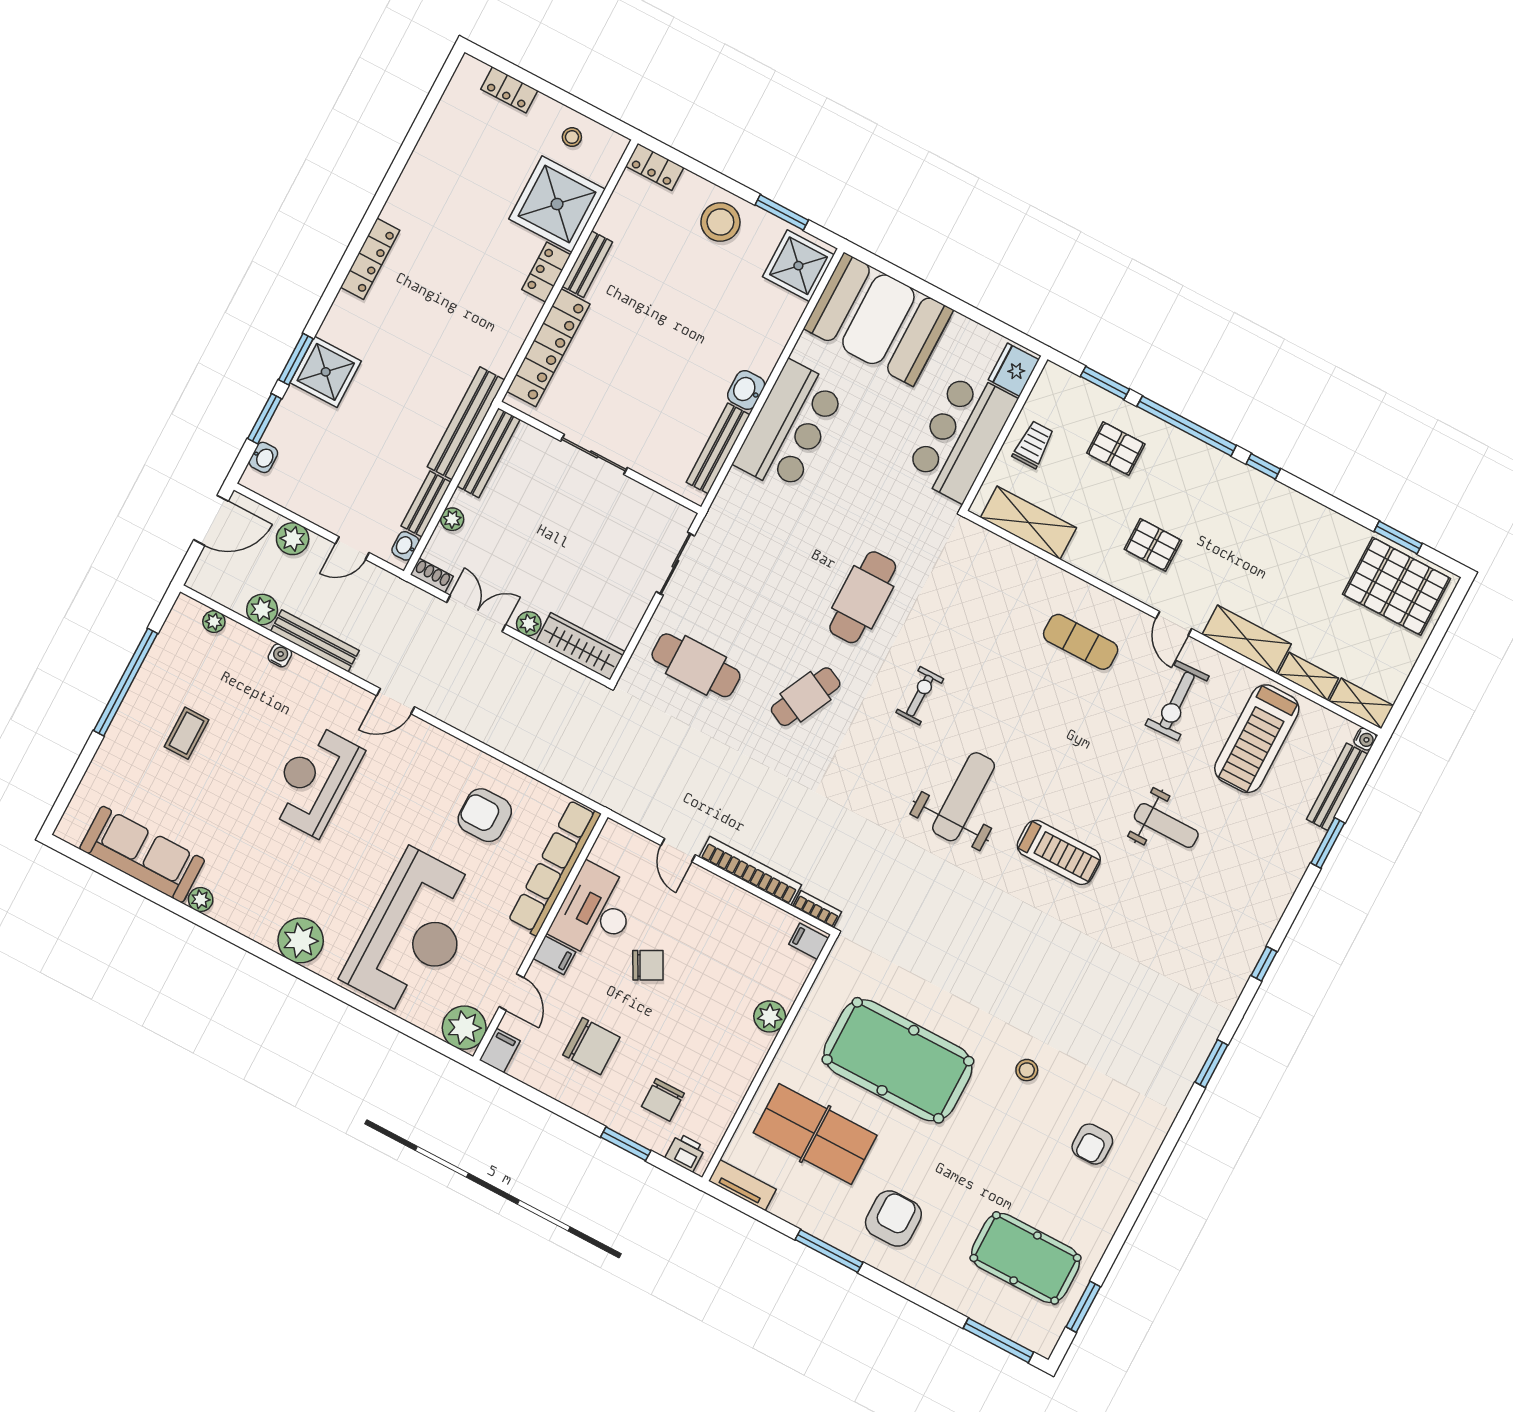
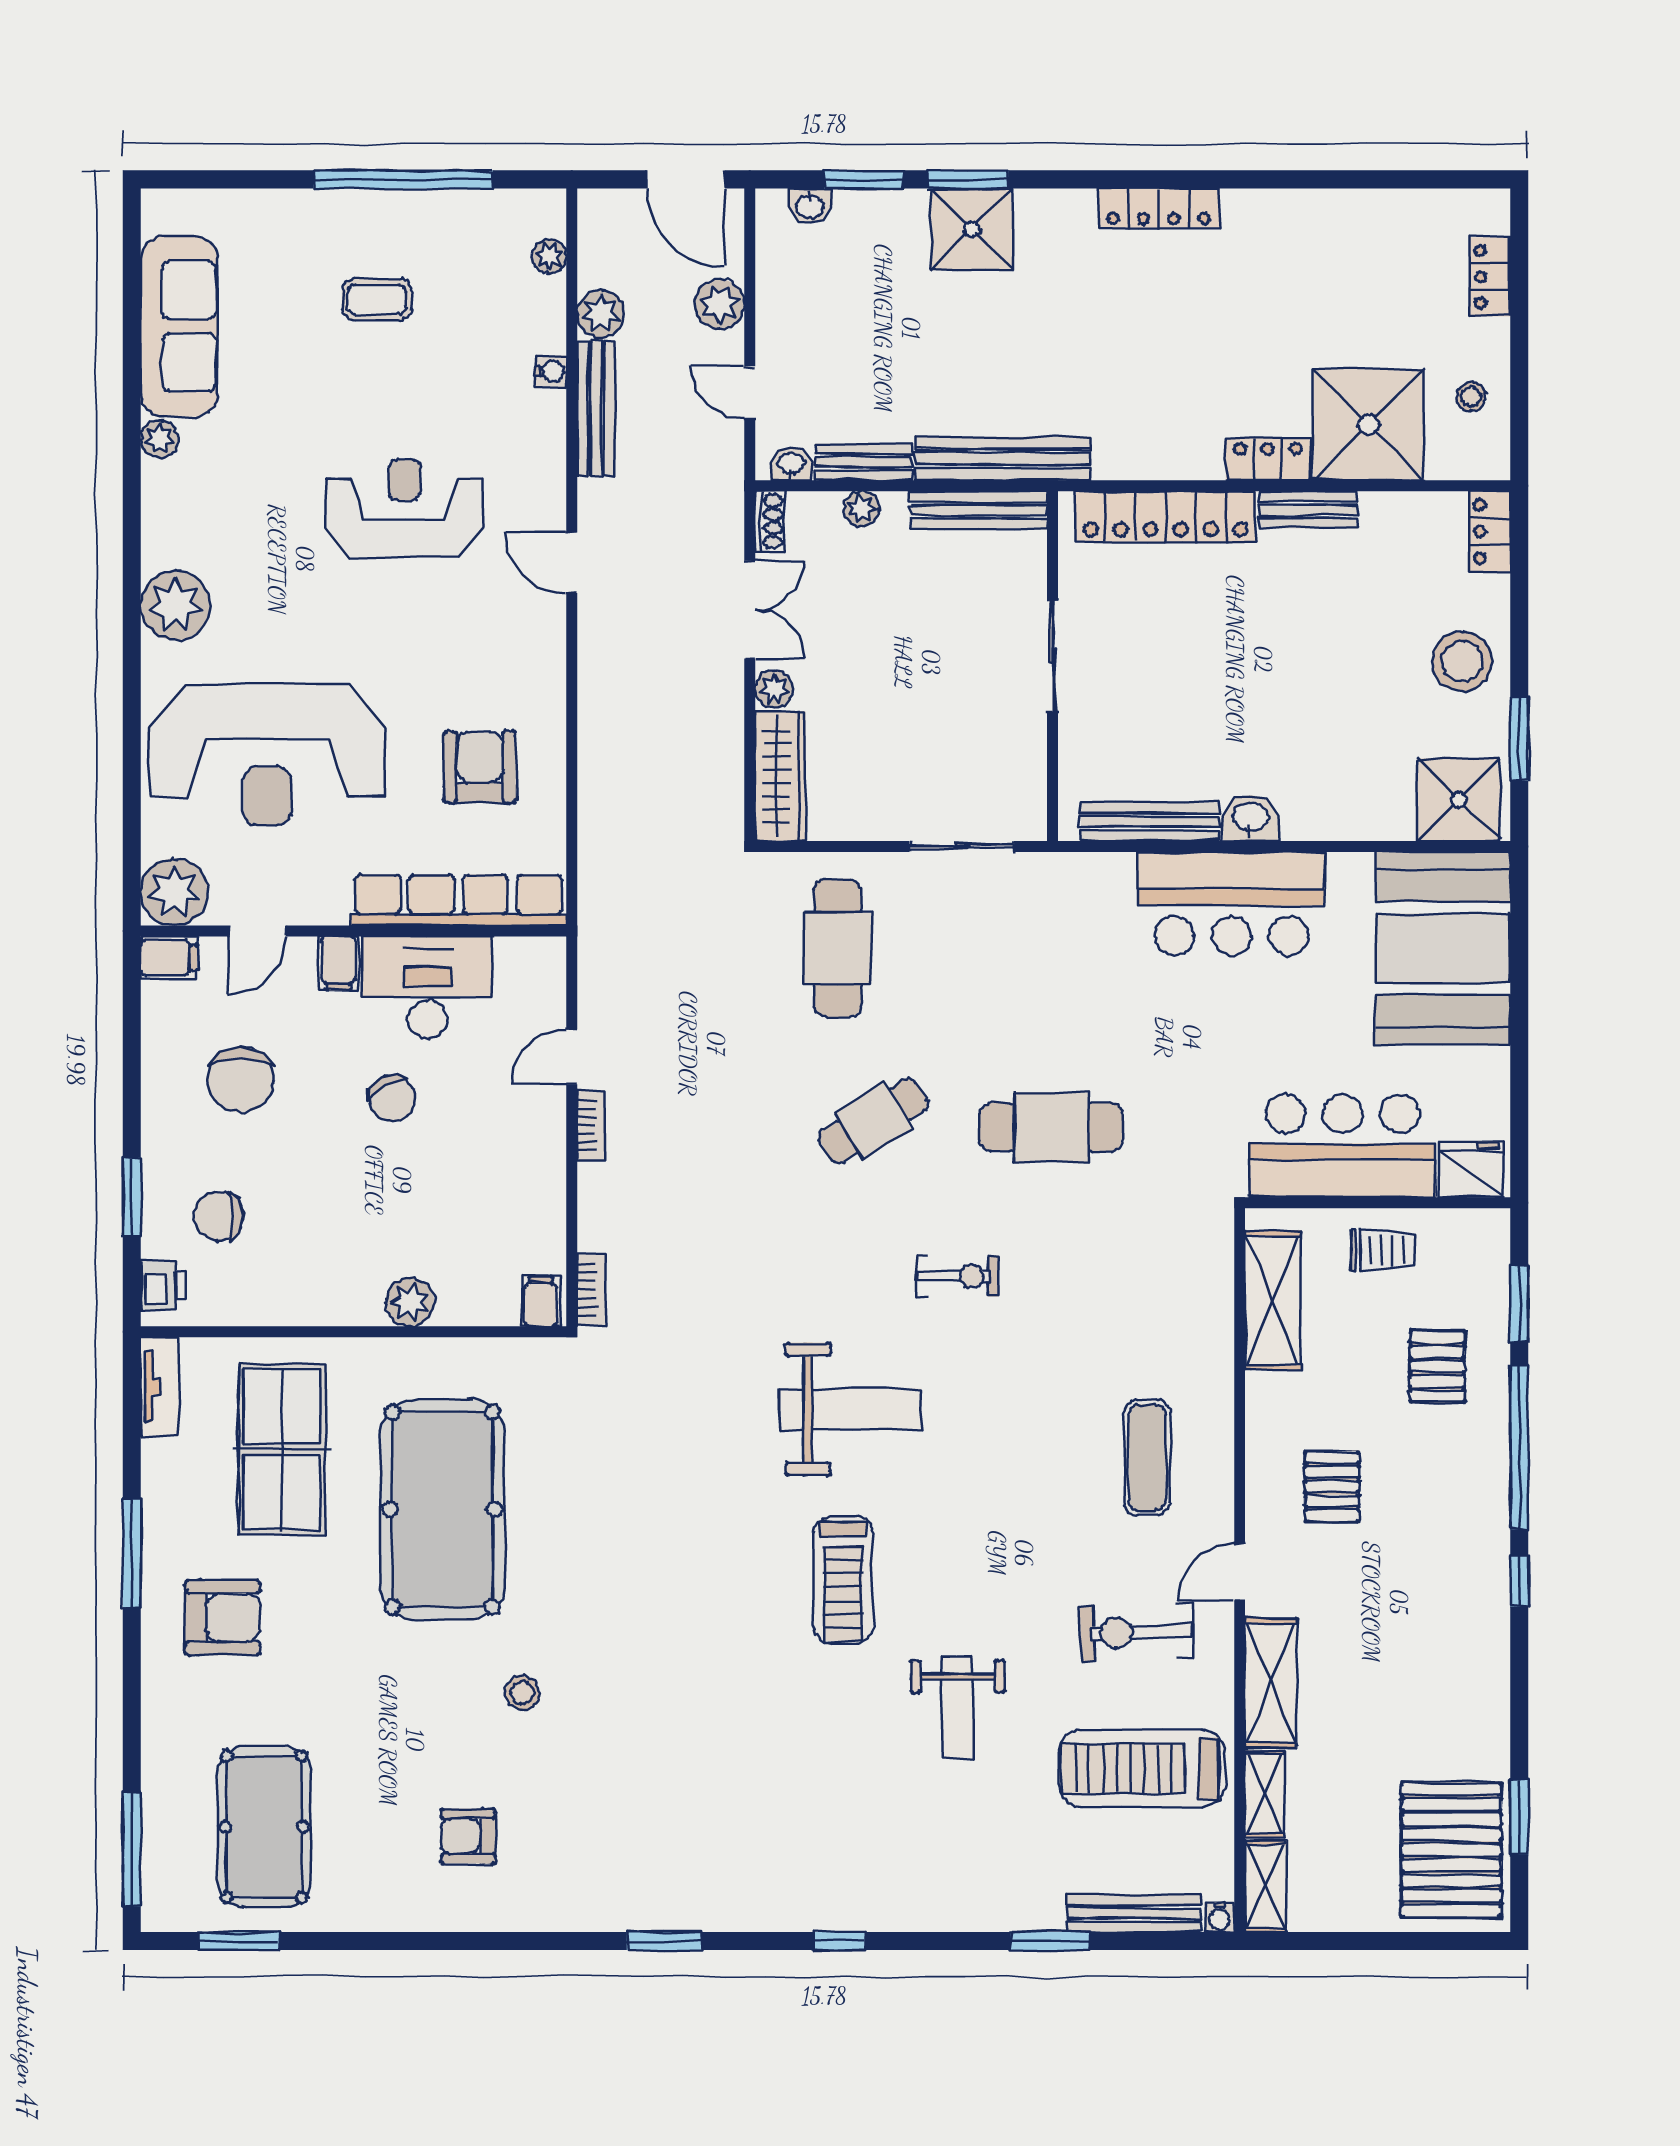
cafe table: (806, 697) -> (874, 1121), turned -58
bookcase: (750, 871) -> (591, 1125), width x0.43, depth x0.76

